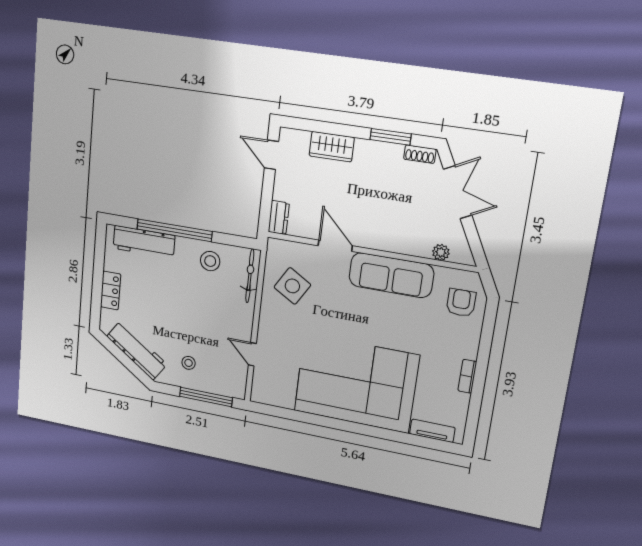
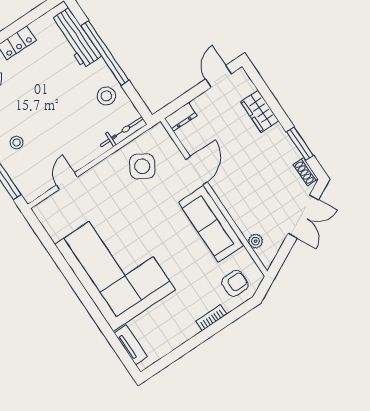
bookcase: (467, 376) -> (211, 318), moved

